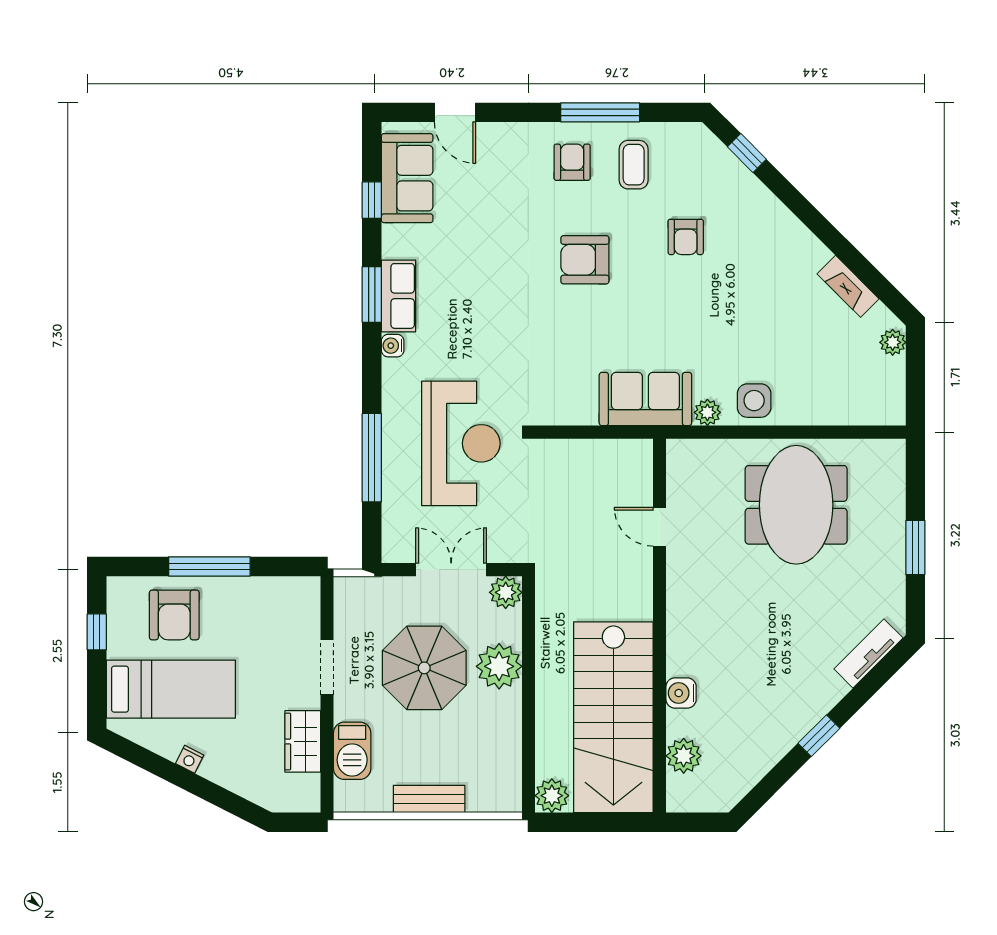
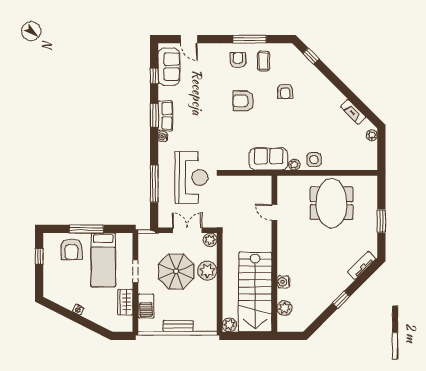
bed: (171, 689) -> (103, 260), moved, turned 90

